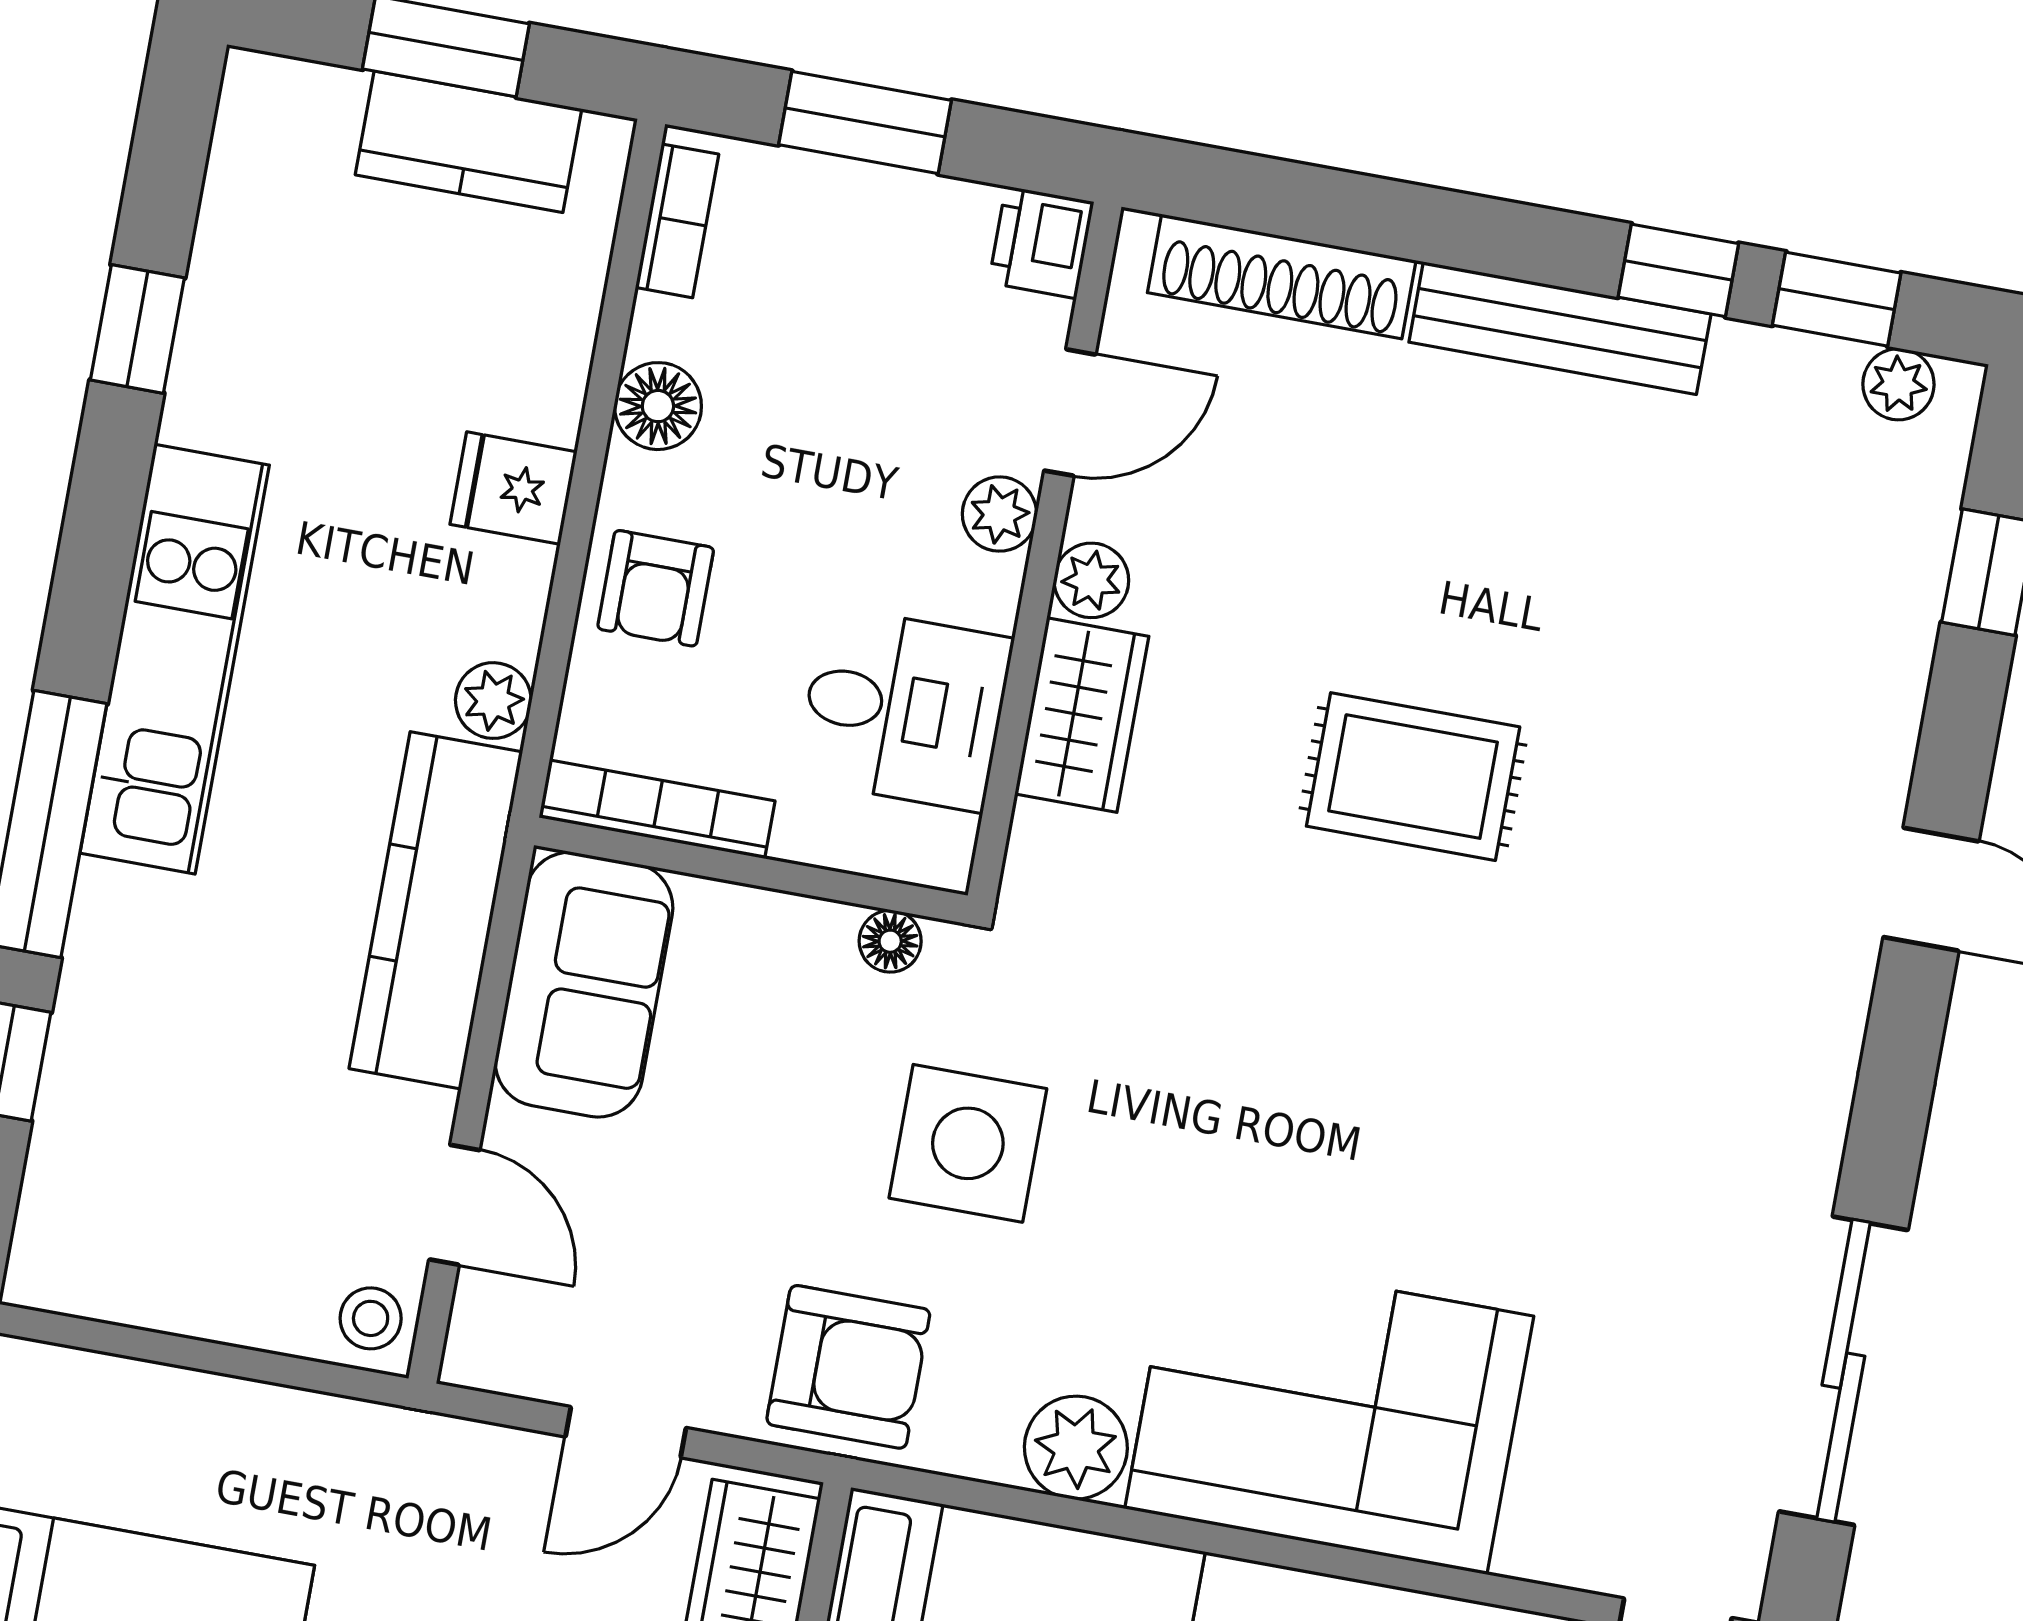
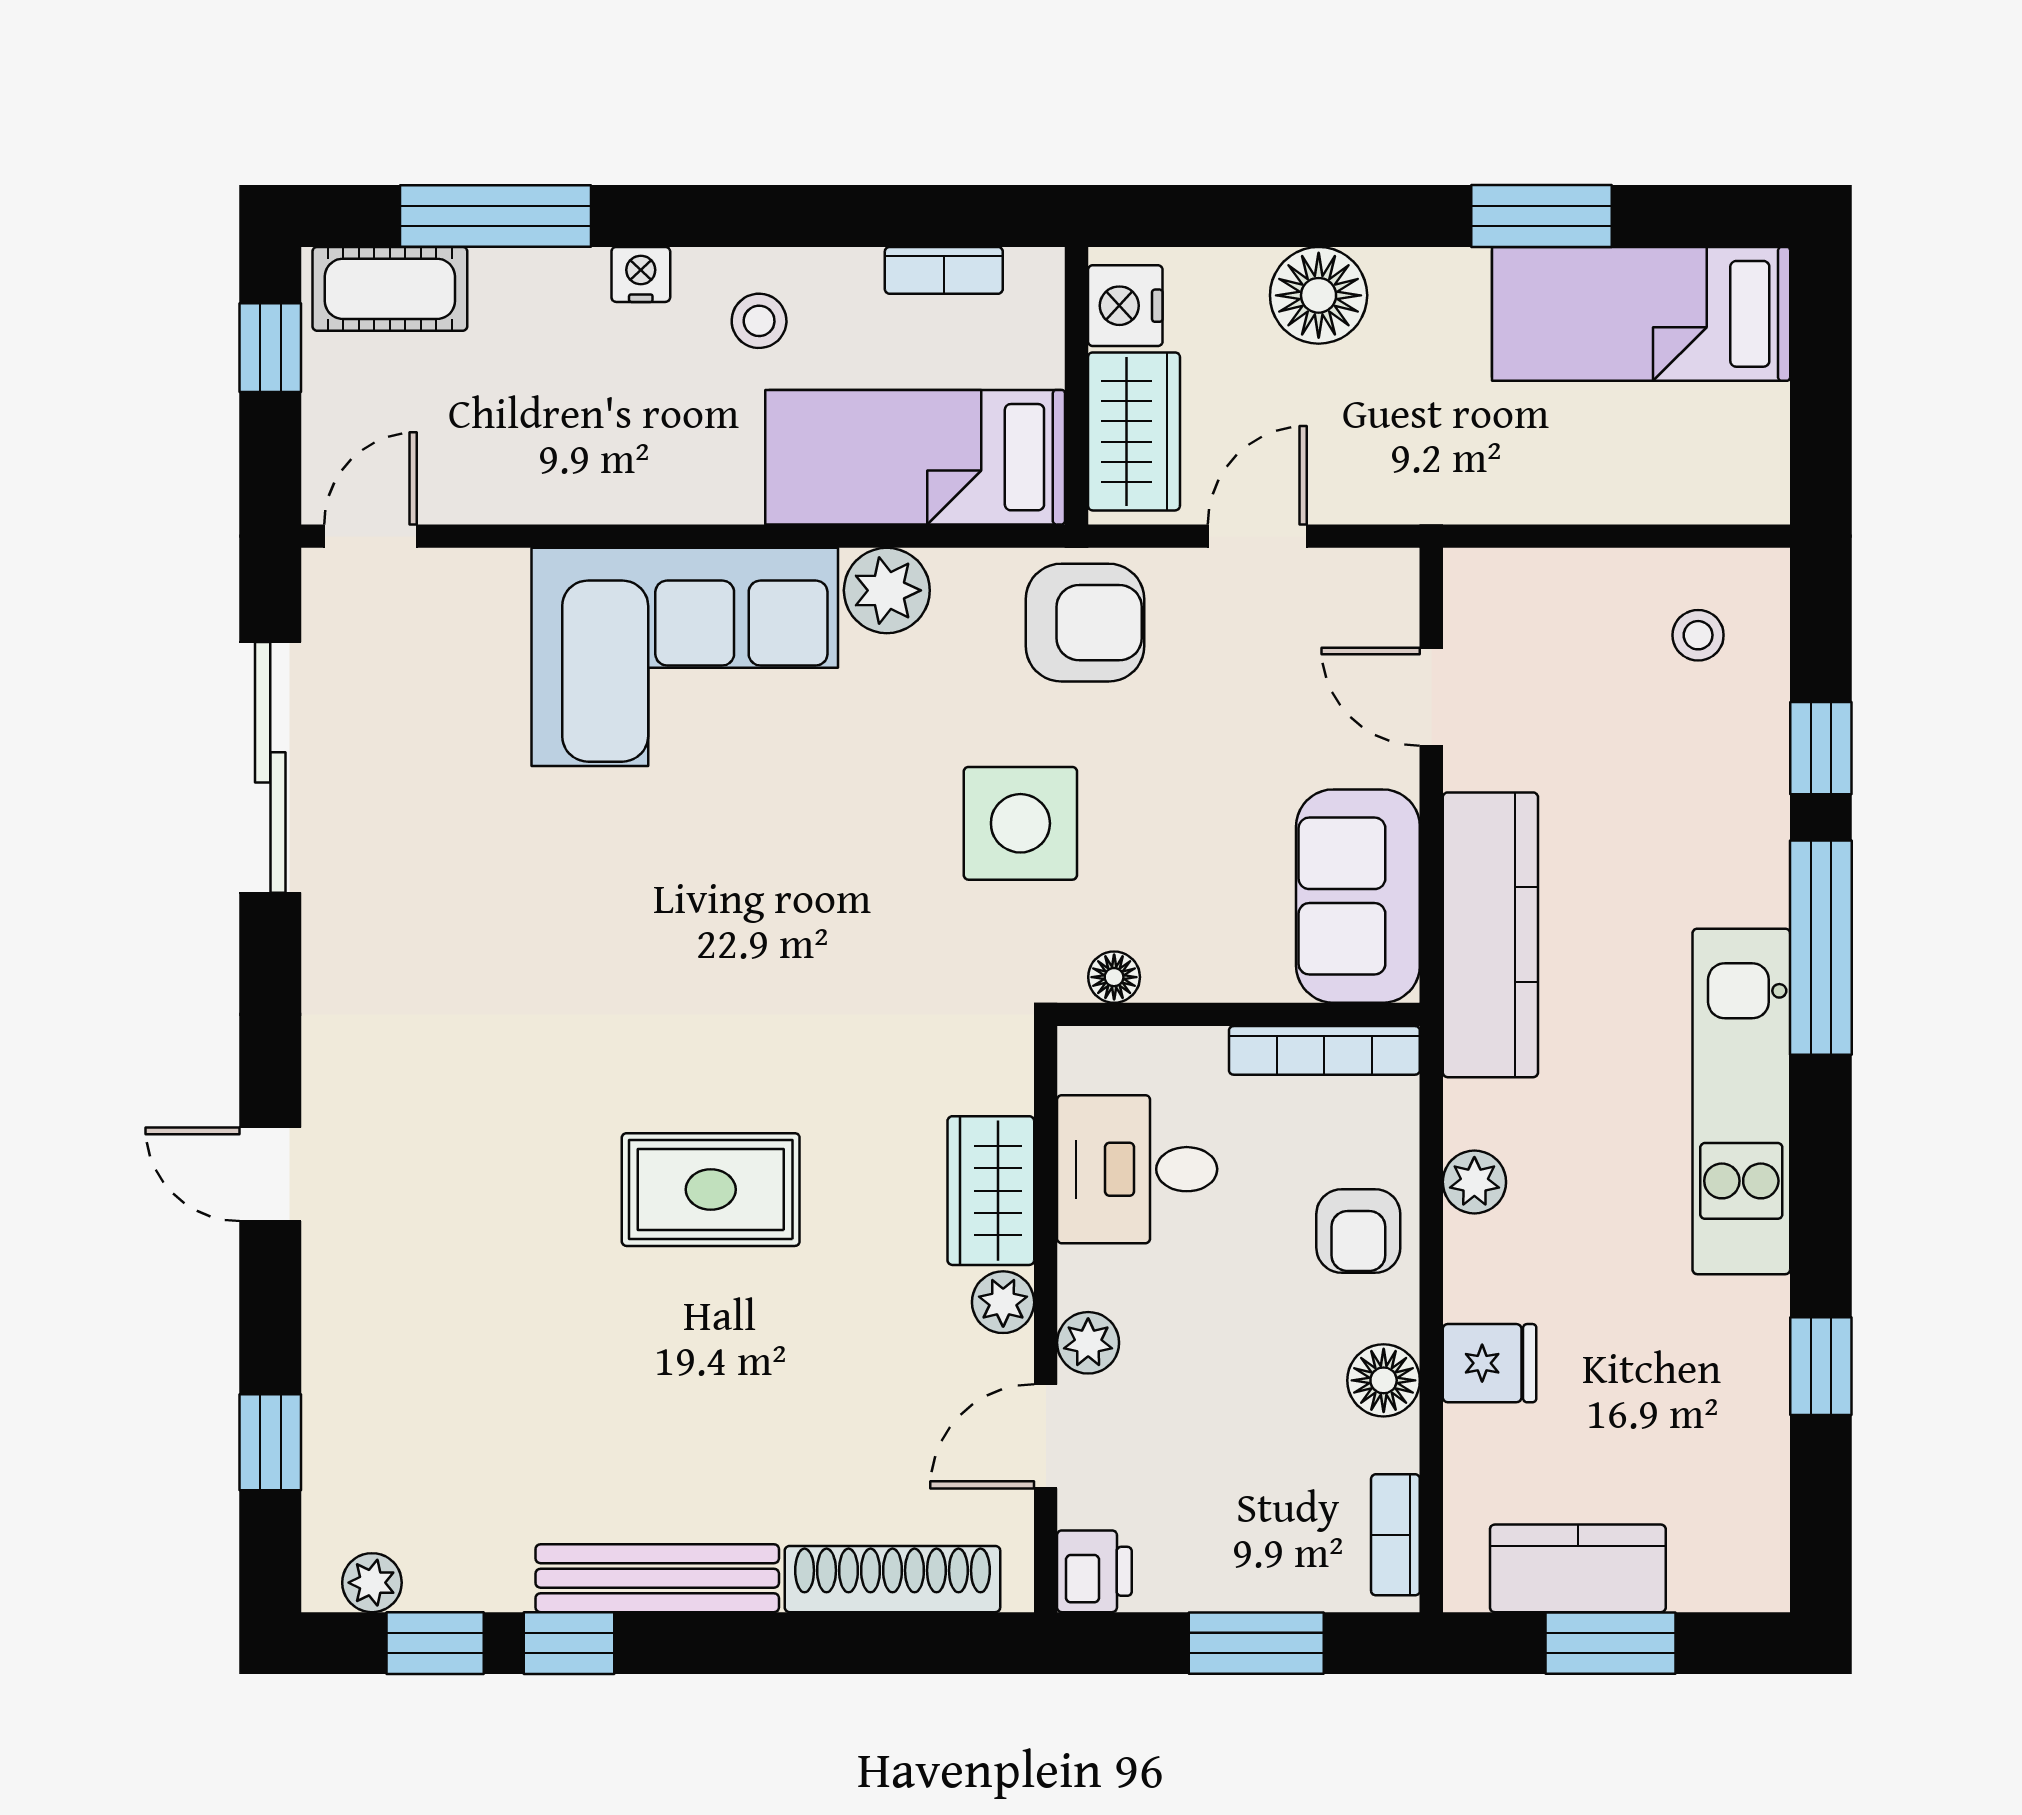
fridge: (513, 488) -> (1490, 1363), moved
armchair: (656, 588) -> (1358, 1231), turned 180
plant: (493, 701) -> (1474, 1182), moved
stool: (371, 1318) -> (1698, 635), moved
armchair: (848, 1367) -> (1085, 623), turned 180

